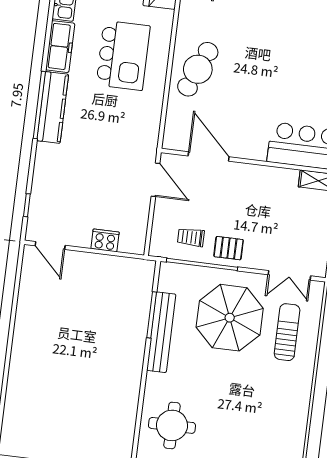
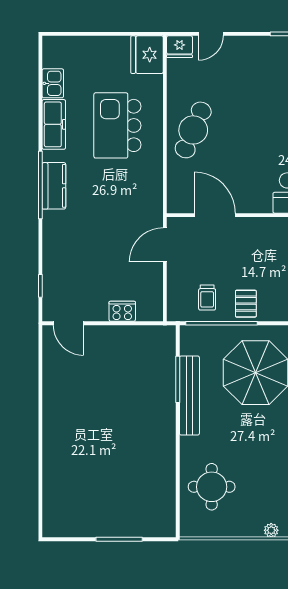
kitchen island: (123, 55) -> (117, 125), turned 180
kitchen counter: (53, 107) -> (54, 186), width x0.67
door: (155, 180) -> (165, 245), swing flipped
trolley: (191, 237) -> (207, 298), turned -90
pallet: (229, 248) -> (246, 304), turned 90

